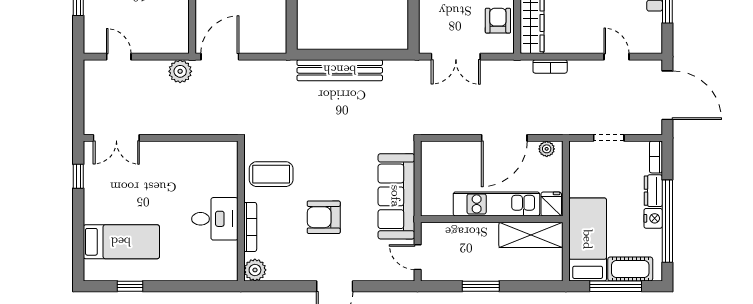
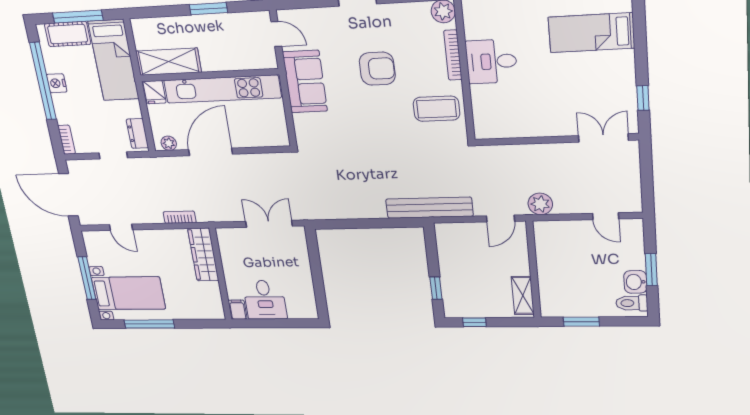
armchair: (498, 21) -> (235, 256), removed
door: (220, 57) -> (501, 219), width x0.73
bench: (340, 70) -> (429, 208), moved
dresser: (653, 191) -> (137, 134), moved, turned 180
sofa: (396, 196) -> (305, 82), width x0.73
kitchen unit: (496, 204) -> (222, 89), width x1.36

